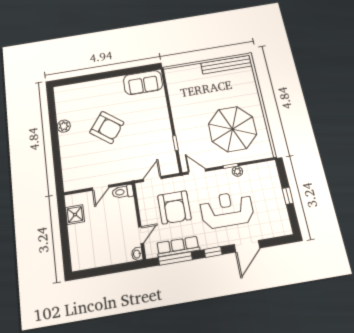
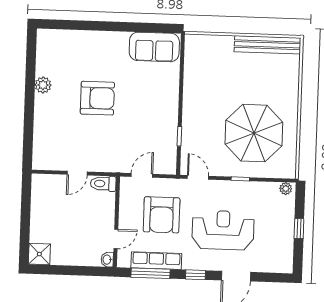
armchair: (107, 127) -> (97, 98), turned -37
plant: (237, 171) -> (286, 189), moved
shower: (75, 215) -> (39, 254), moved

